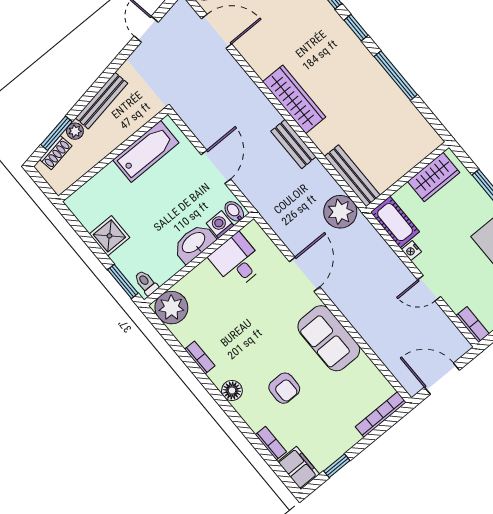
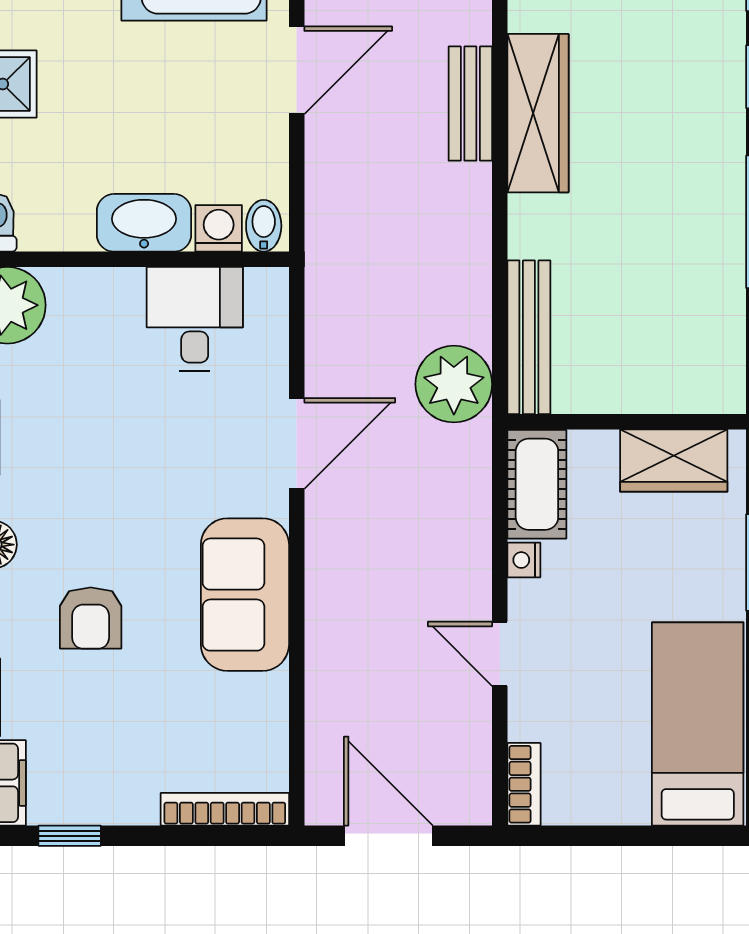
bench: (293, 144) -> (470, 104), moved
door: (216, 167) -> (297, 70), moved

